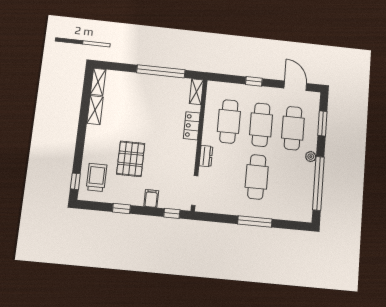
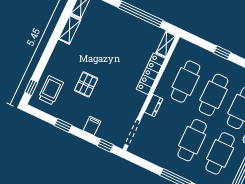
locker: (192, 126) -> (151, 74), width x1.53
pallet: (131, 159) -> (86, 84), width x0.67, depth x0.71
cafe table: (289, 180) -> (220, 153), added

